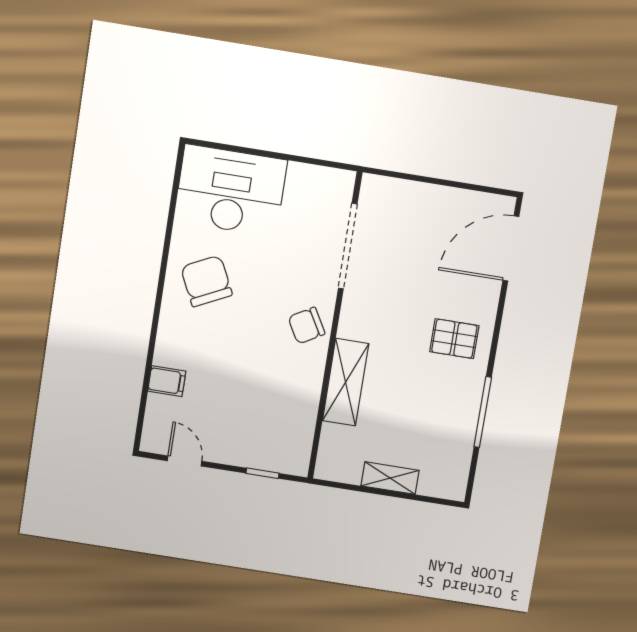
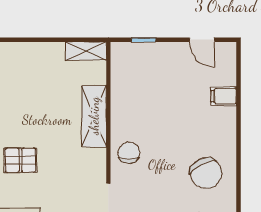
chair: (307, 326) -> (129, 153), turned -60
shelving: (390, 478) -> (86, 51), moved

